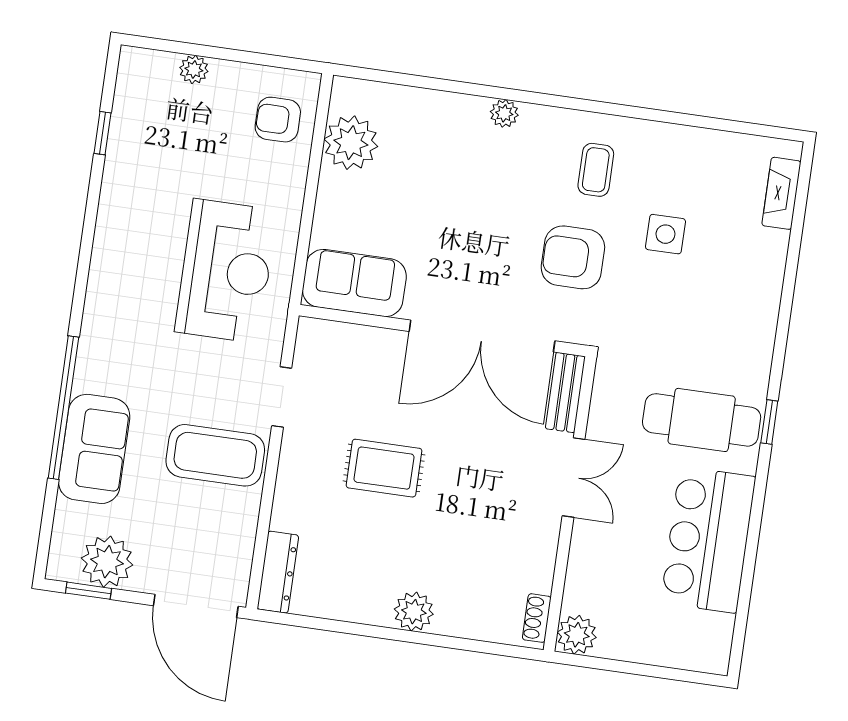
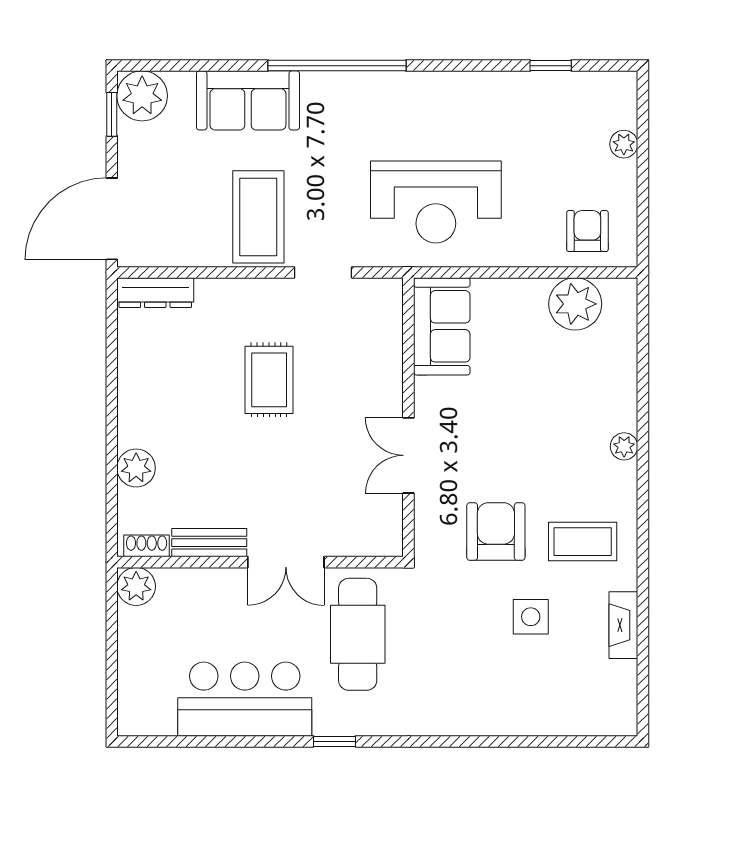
coffee table: (596, 170) -> (583, 542), width x1.36, depth x1.30
fireplace: (781, 193) -> (623, 625), moved, turned -90
double door: (482, 336) -> (408, 455), width x0.54
bench: (565, 393) -> (209, 543), moved
window: (63, 408) -> (337, 66), moved
cafe table: (702, 420) -> (358, 634), moved
window: (769, 422) -> (334, 741), moved
plant: (107, 562) -> (142, 96), moved
plant: (414, 612) -> (136, 468), moved

